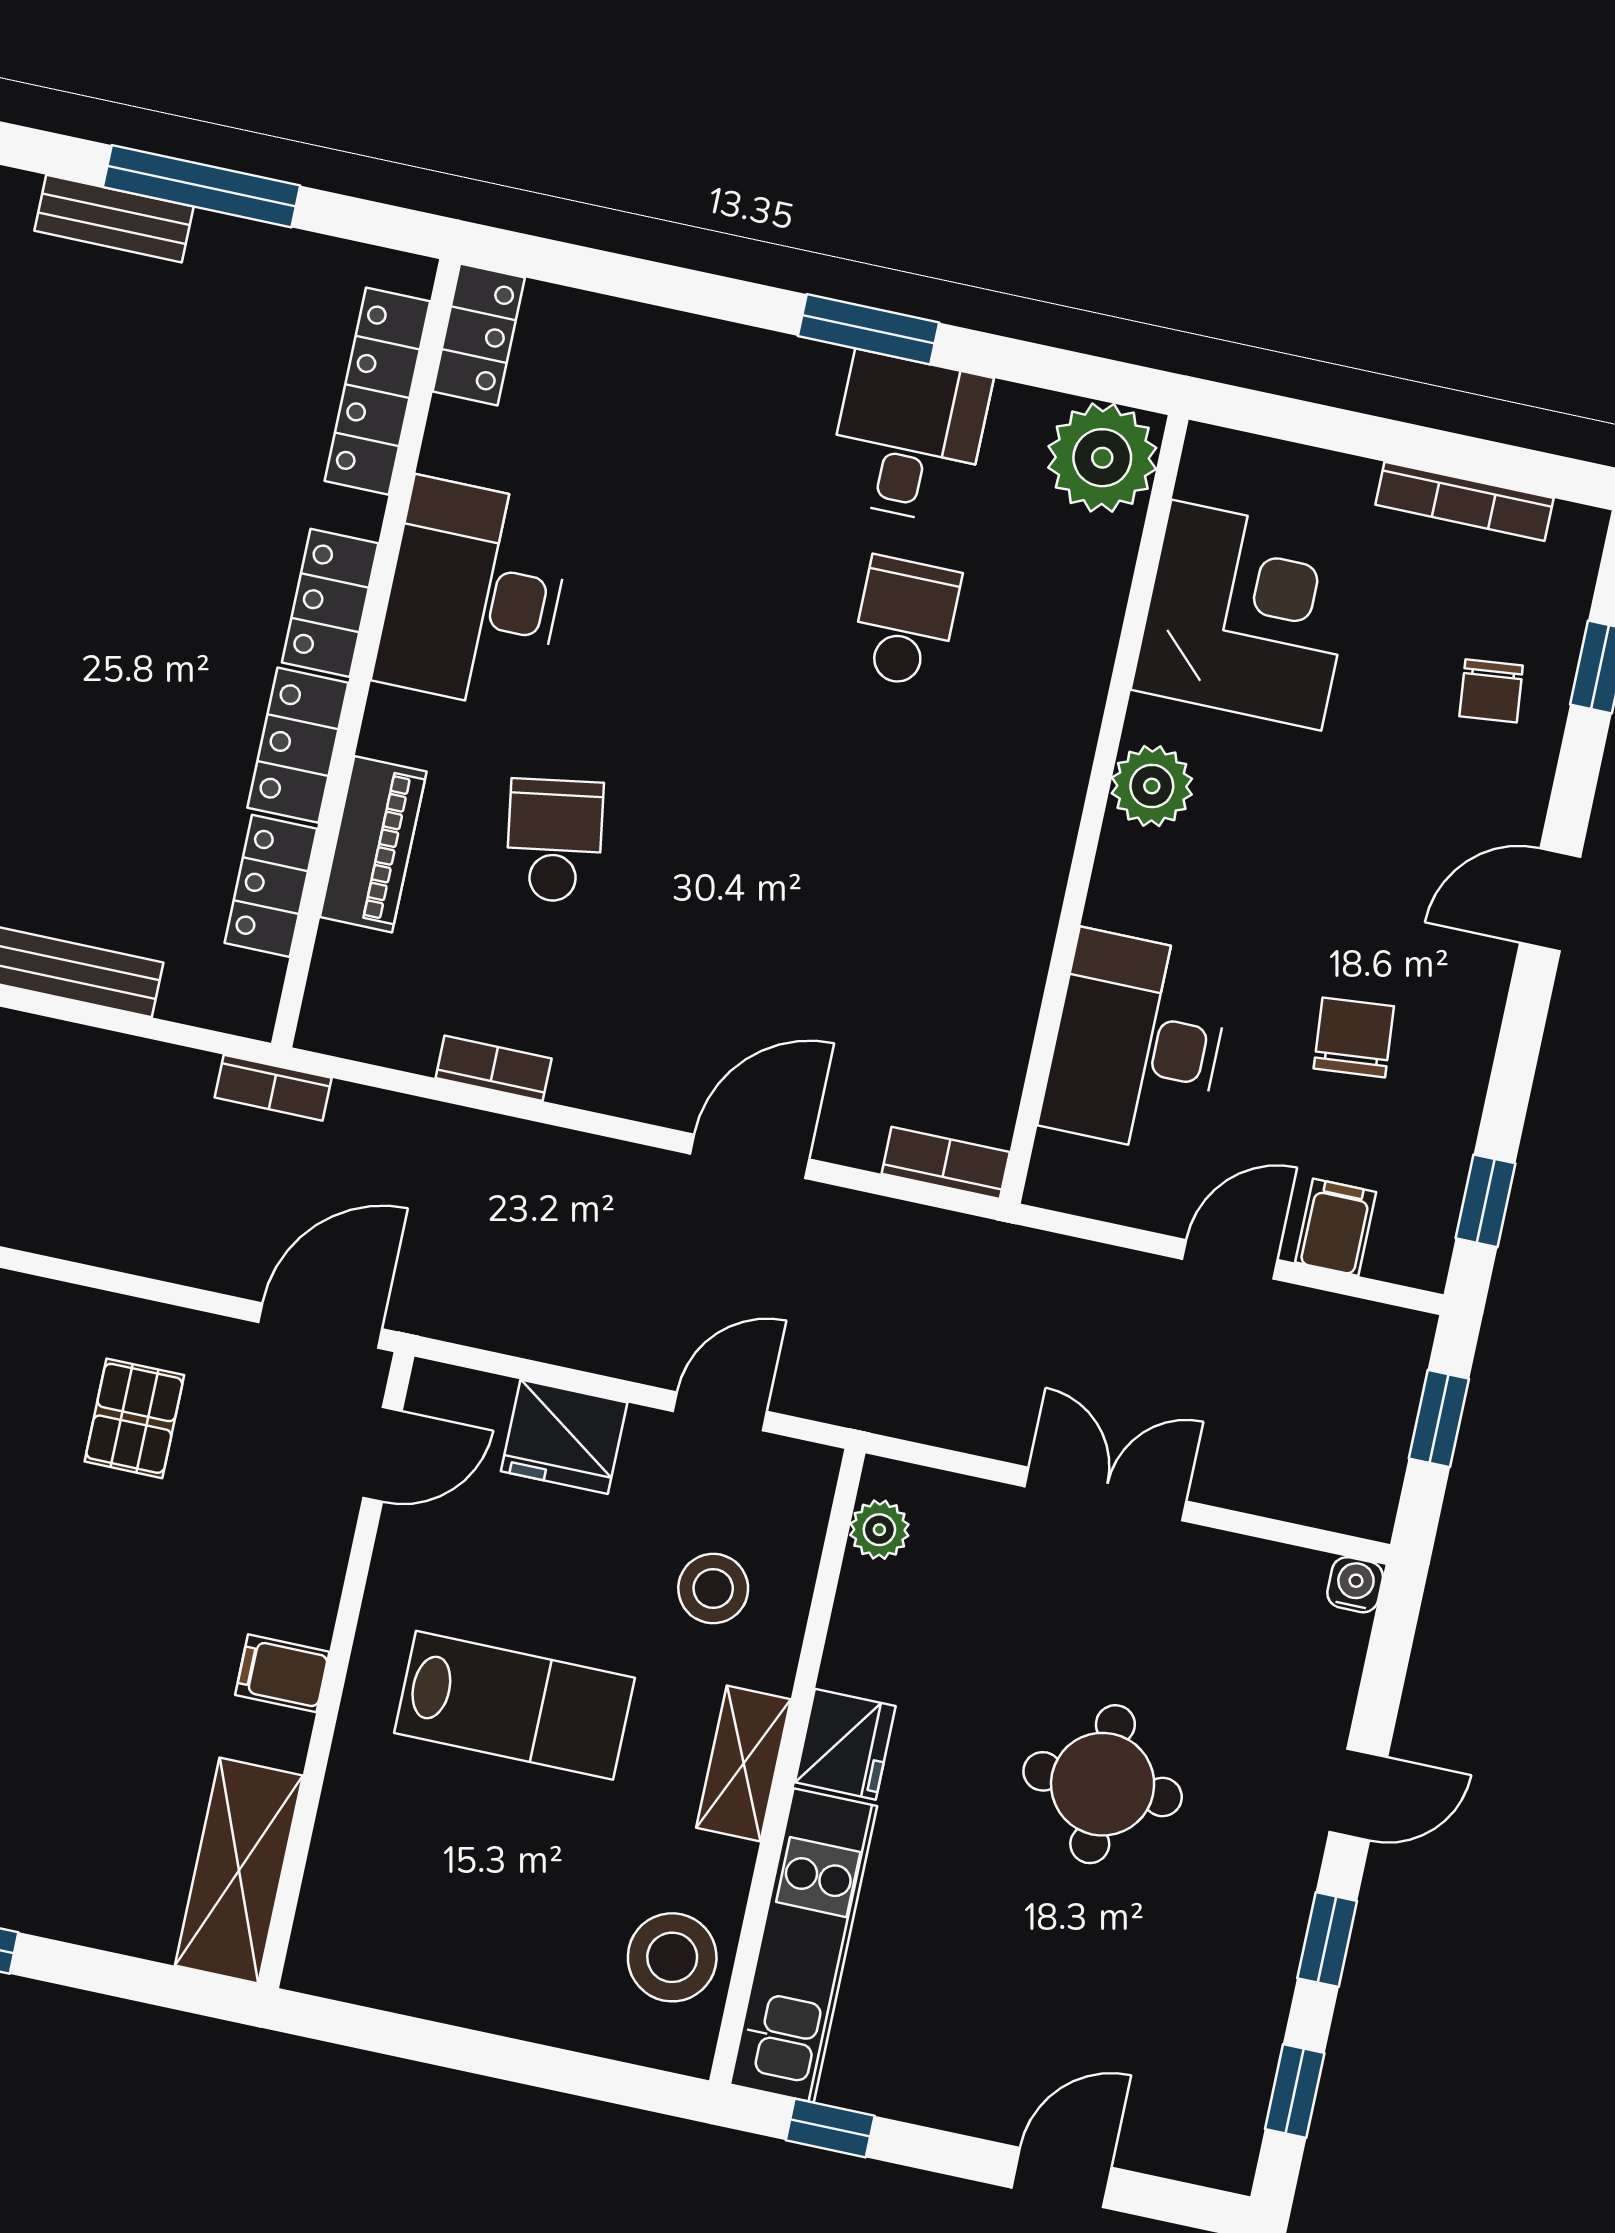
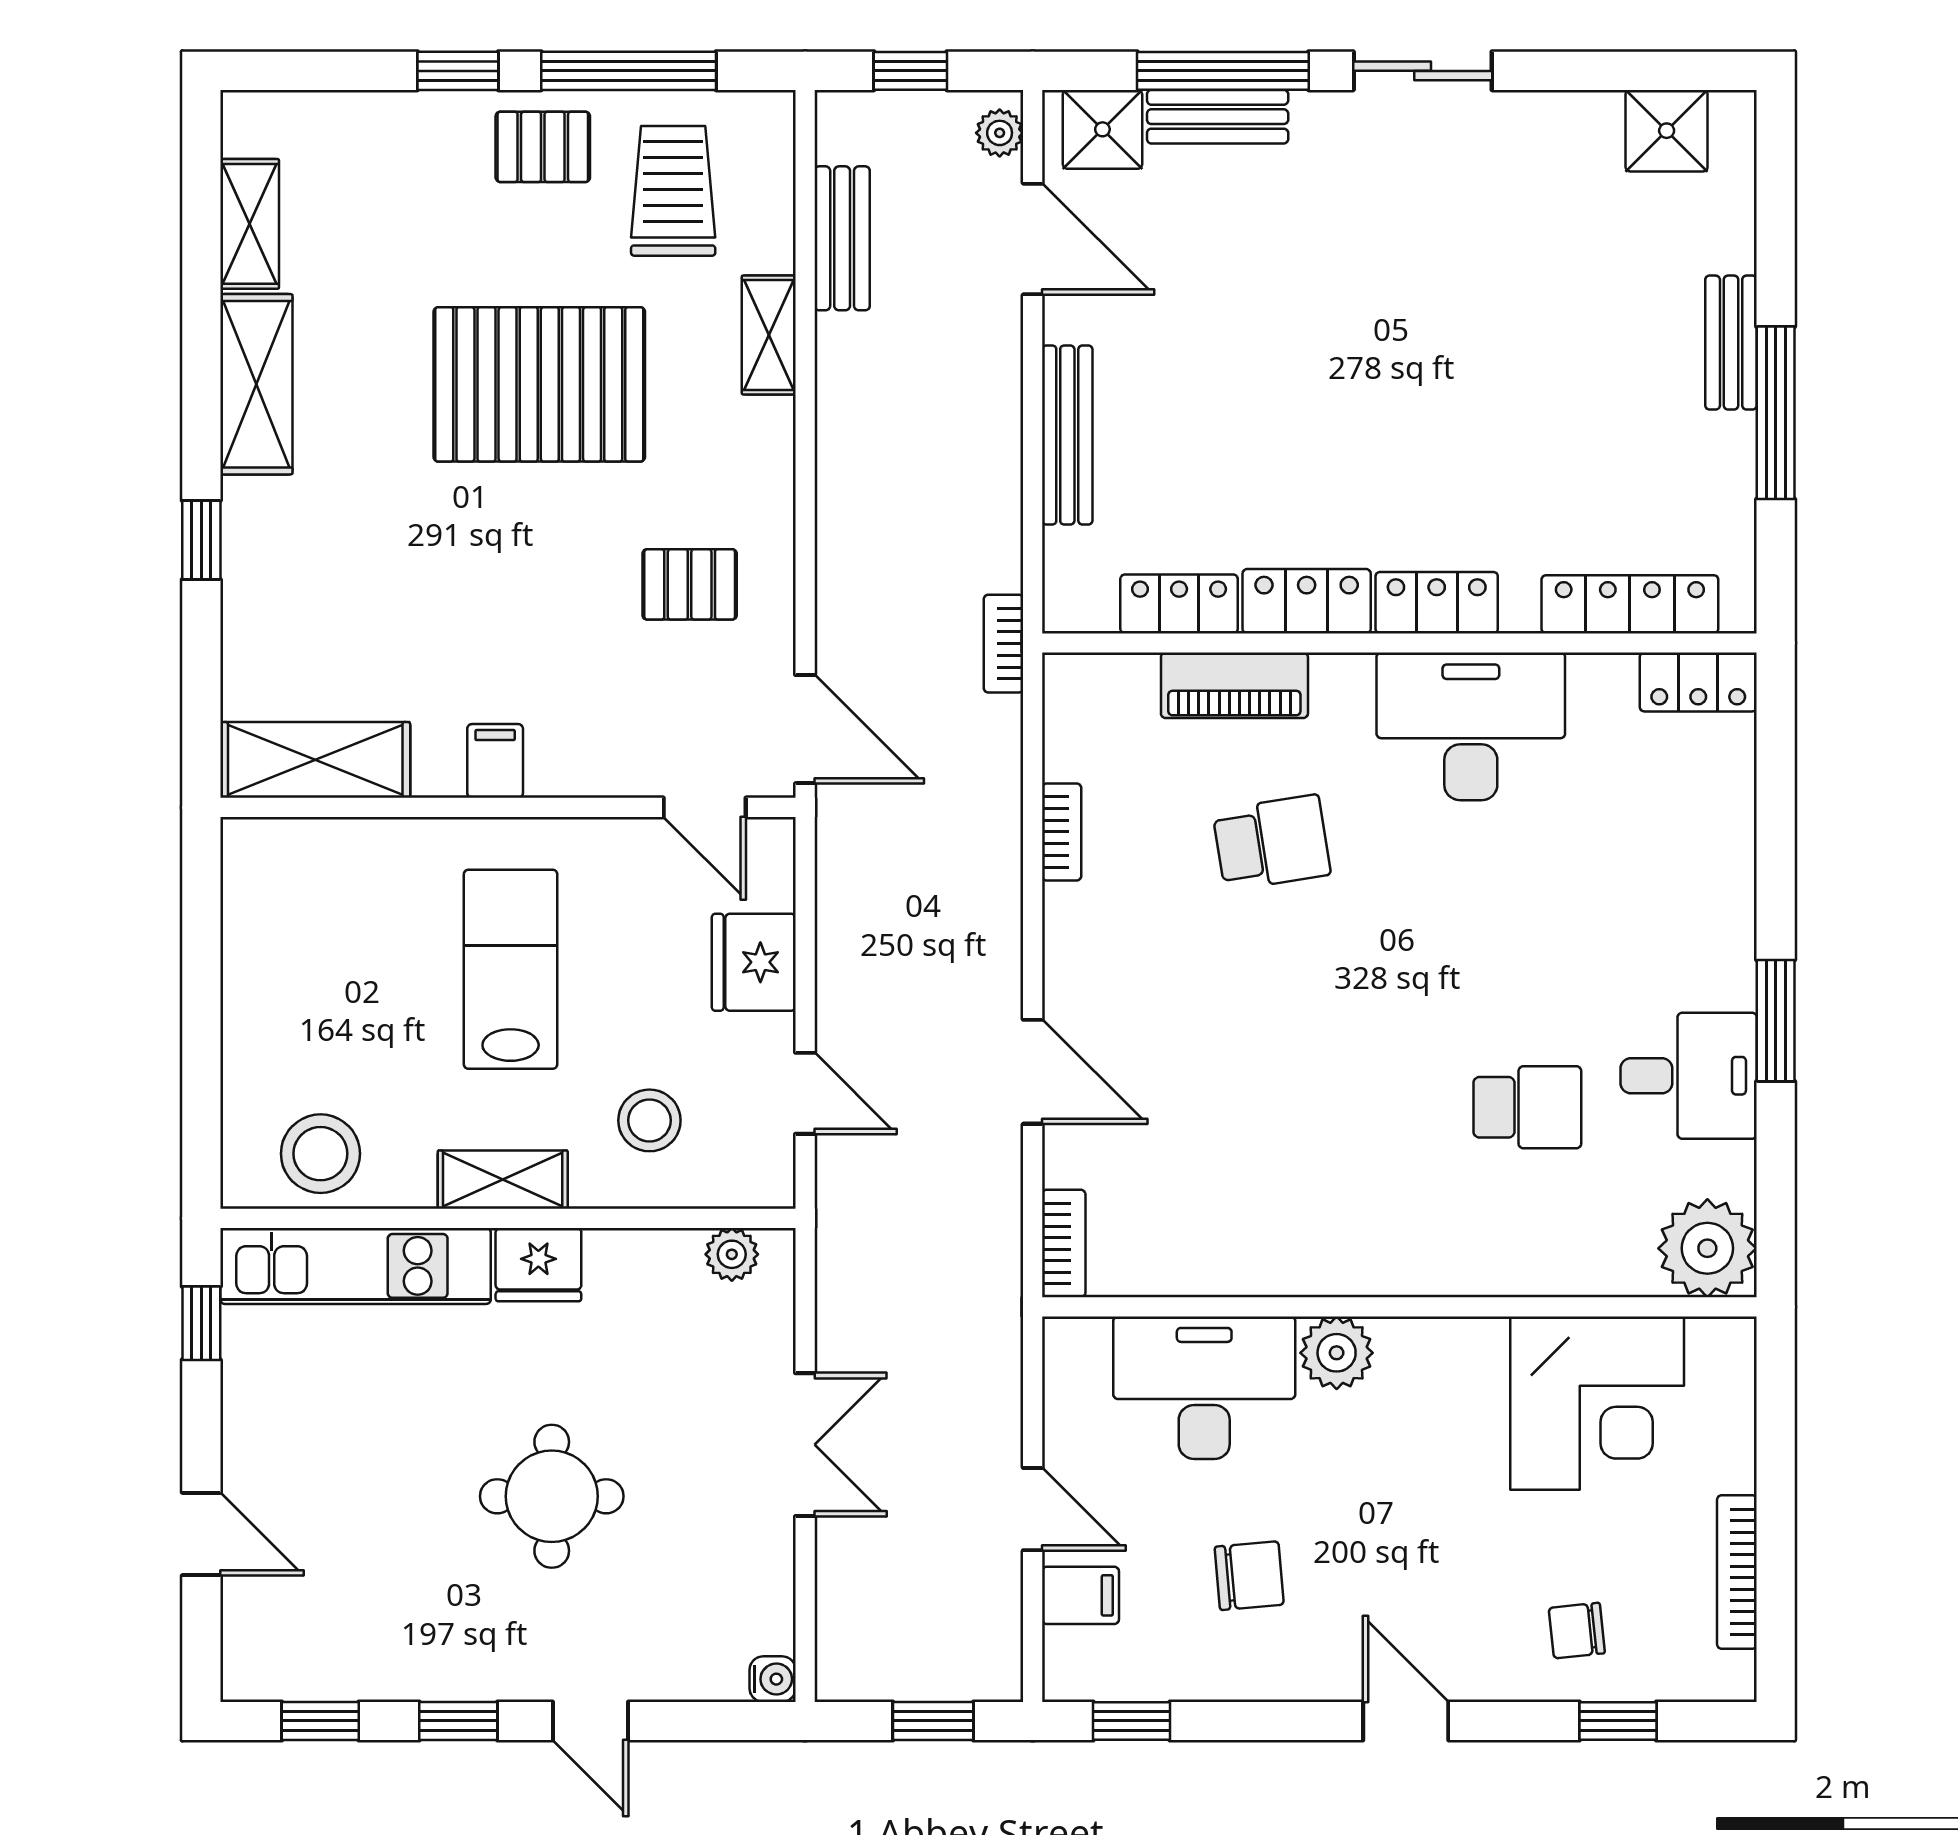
plant: (1152, 786) -> (1337, 1353), moved
lab bench: (515, 1705) -> (511, 969), turned 180

